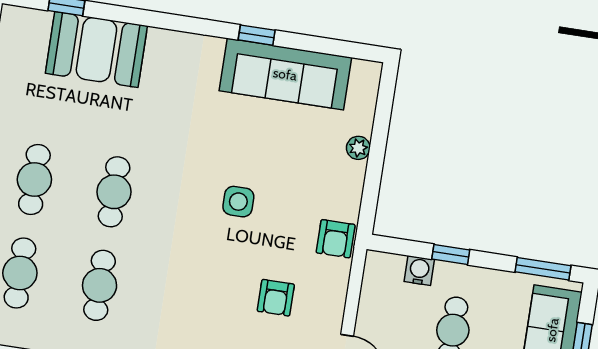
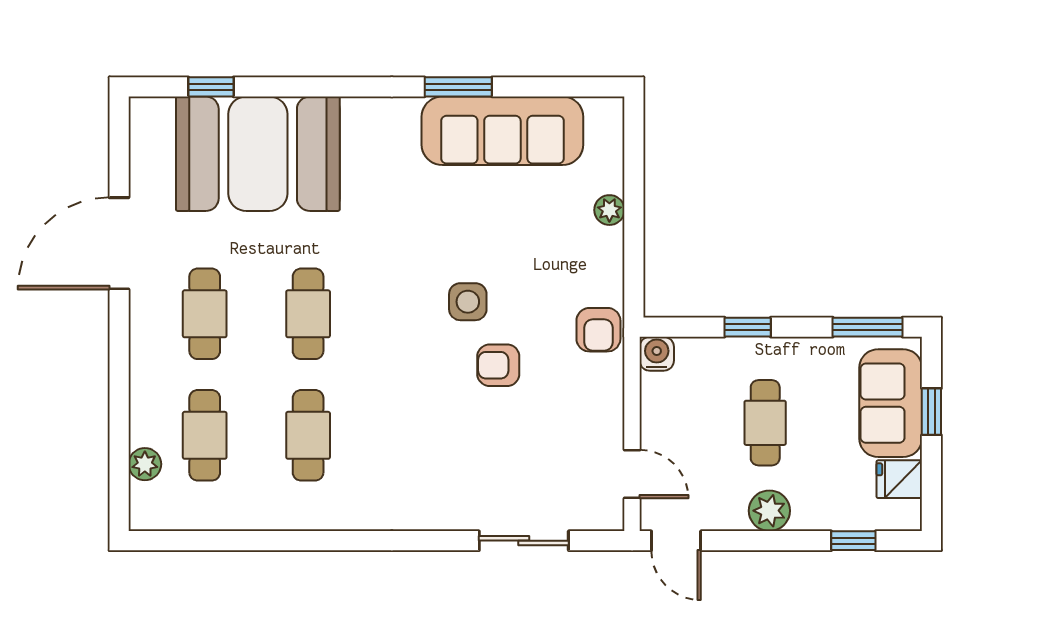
window: (257, 35) -> (458, 87), width x1.50
booth: (96, 50) -> (258, 154), width x1.36, depth x1.42
water cooler: (419, 271) -> (657, 354), moved
armchair: (276, 298) -> (498, 365), moved, turned 90

